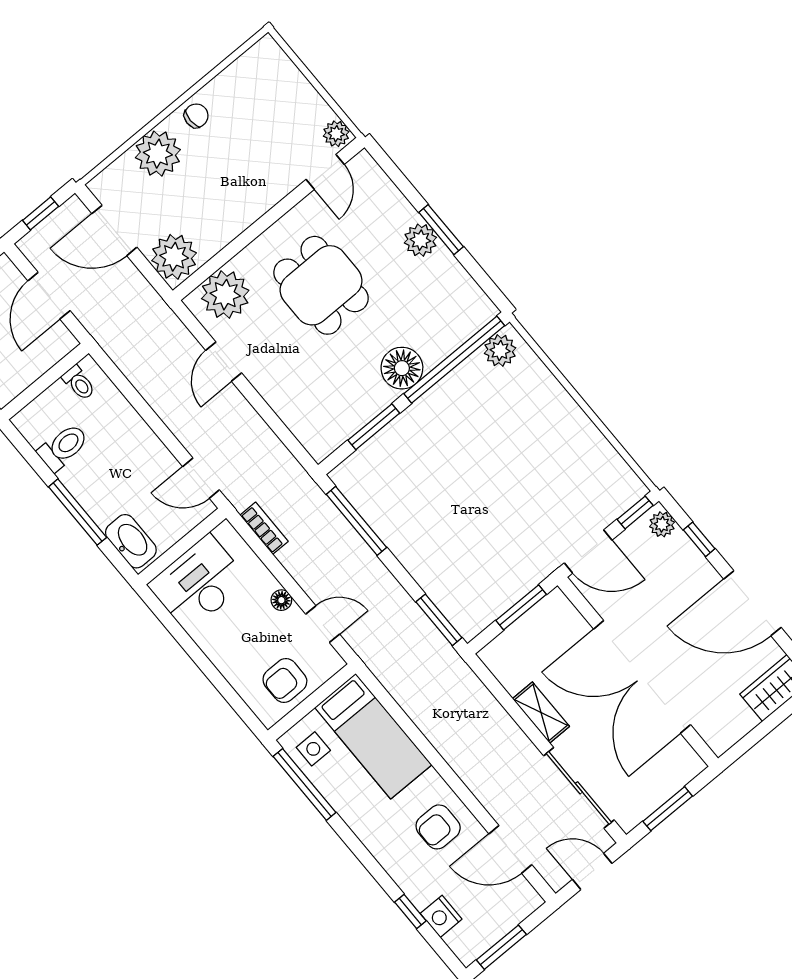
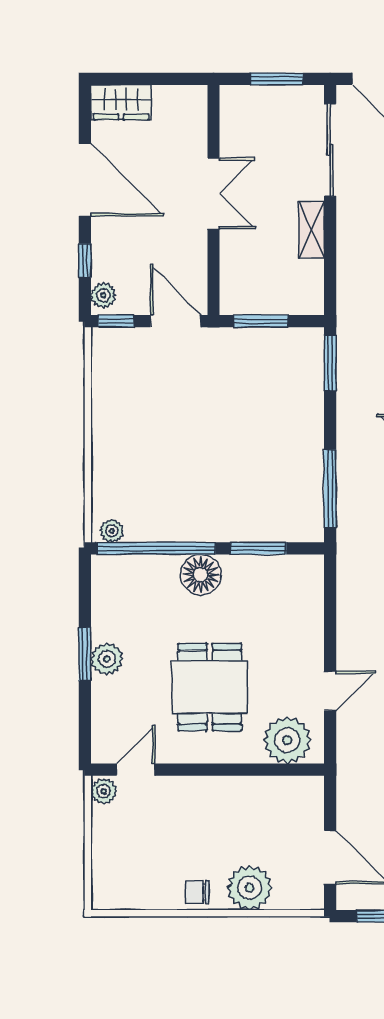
plant: (174, 257) -> (302, 800), removed
plant: (500, 351) -> (112, 531), width x0.73, depth x0.73
double door: (642, 677) -> (213, 193), width x0.54

